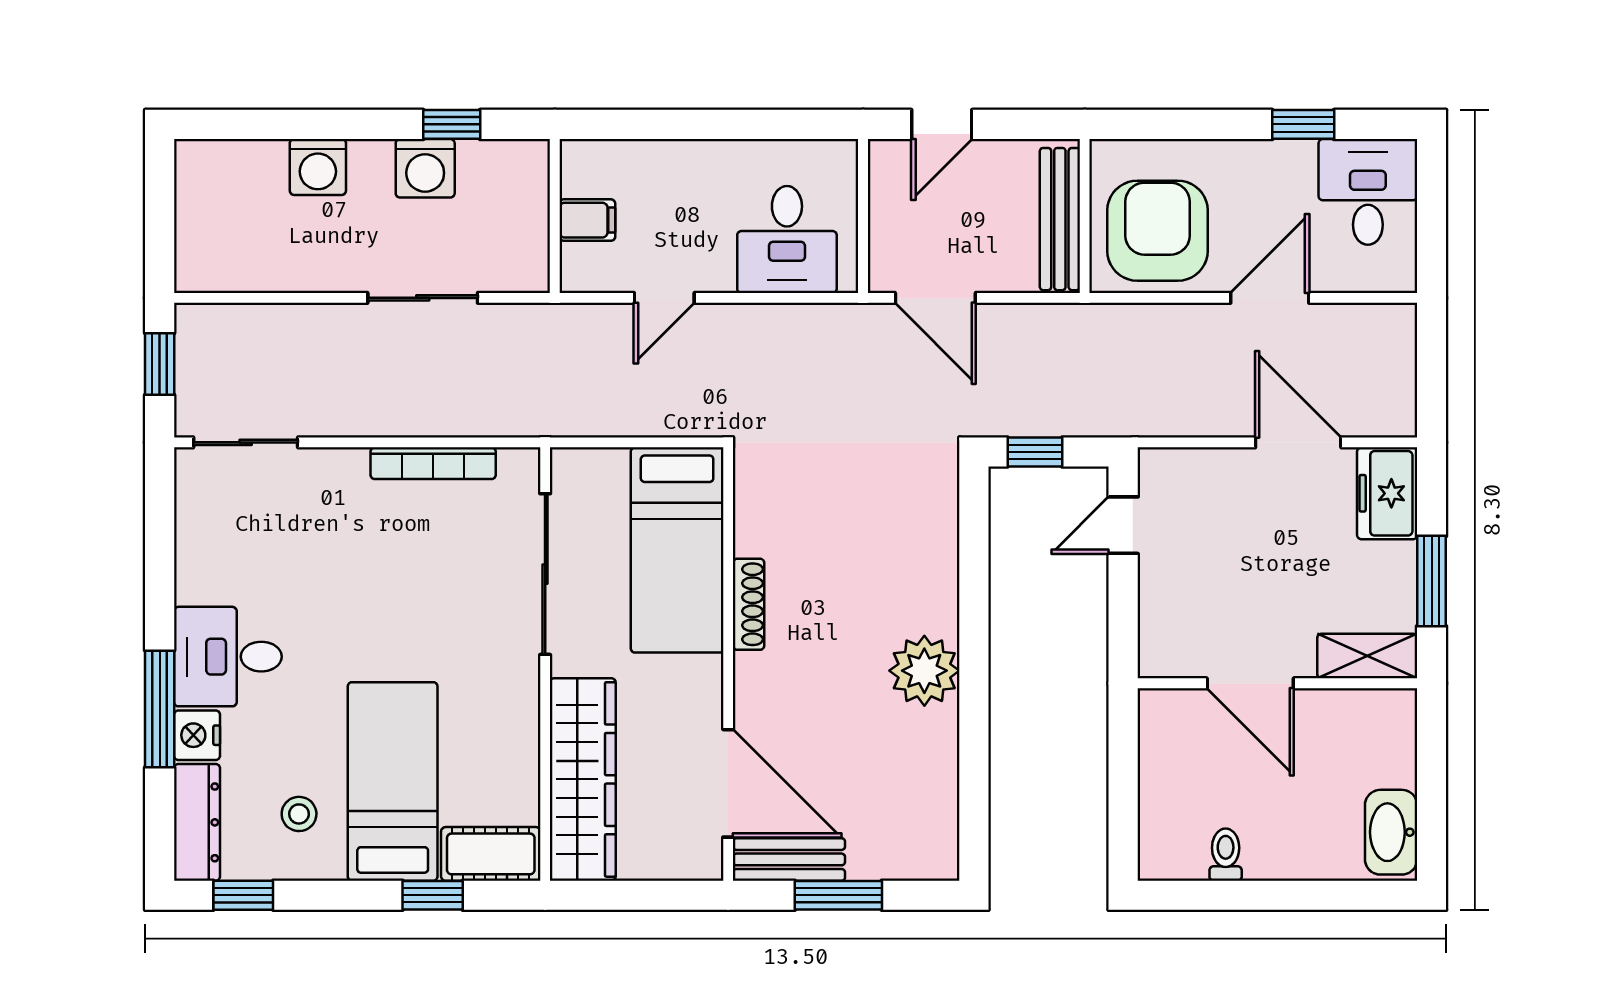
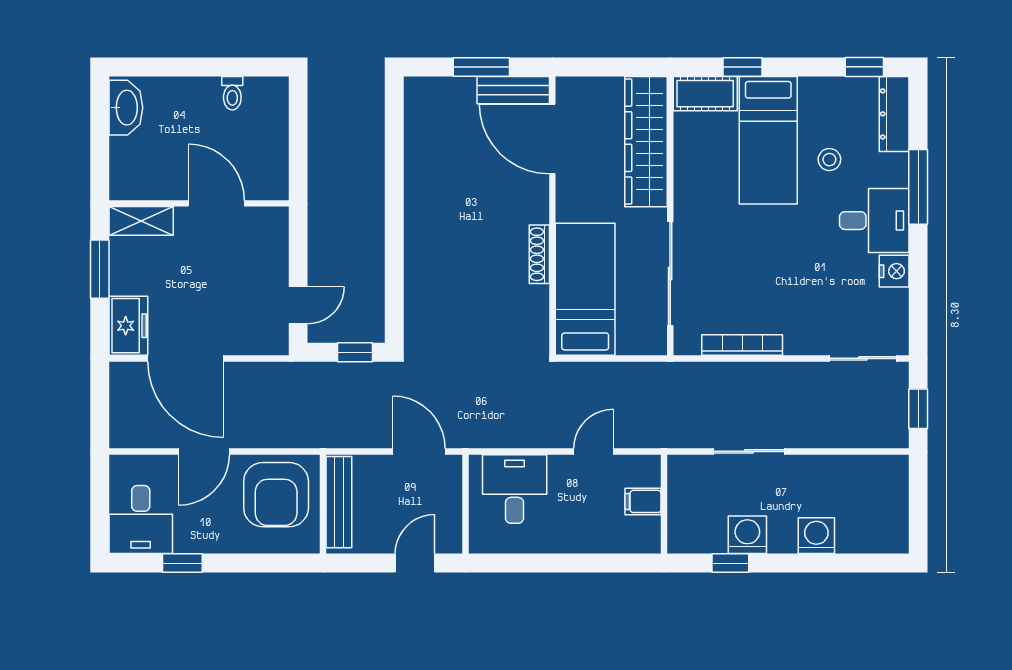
door: (1298, 442) -> (186, 358), width x1.36
plant: (924, 671) -> (426, 211), removed
nightstand: (197, 735) -> (894, 271), moved
stool: (299, 814) -> (829, 160), moved

